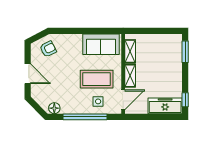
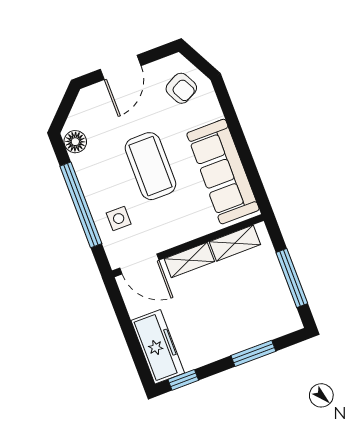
window: (157, 31) -> (292, 278), added
sofa: (101, 44) -> (223, 172), width x1.36
window: (185, 52) -> (253, 353), moved
coffee table: (97, 79) -> (150, 166), moved

